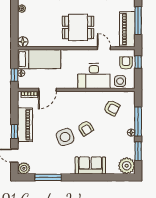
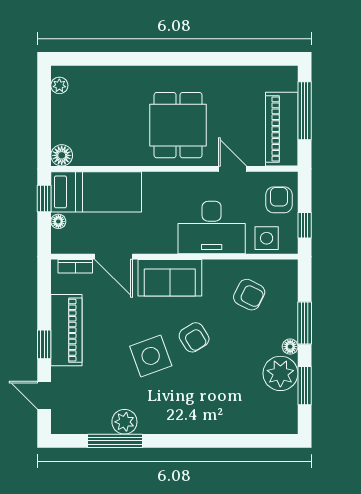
dining table: (78, 27) -> (178, 125), turned 90
window: (138, 62) -> (305, 225), moved
window: (14, 75) -> (44, 198), moved
door: (47, 90) -> (114, 257), hinge flipped
window: (138, 121) -> (305, 323), width x0.69
sofa: (90, 165) -> (170, 278), moved, turned 180
plant: (127, 166) -> (280, 373), moved
plant: (24, 168) -> (124, 422), moved

